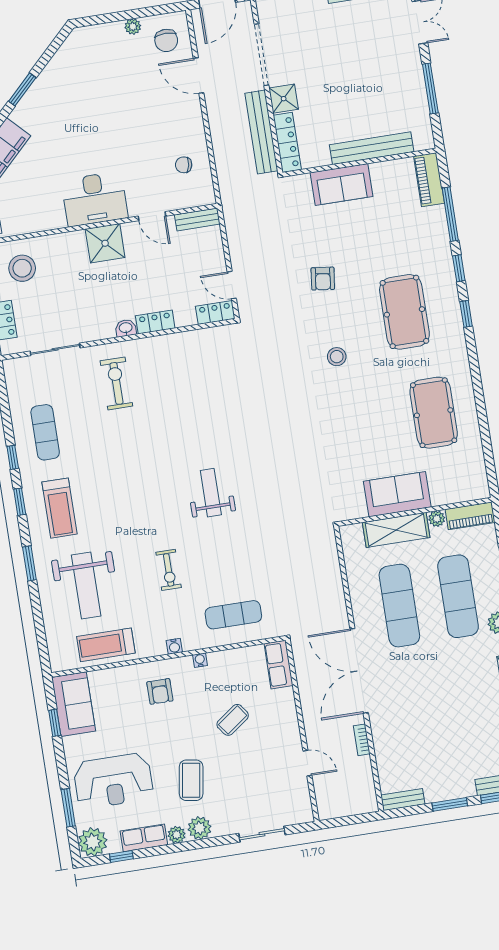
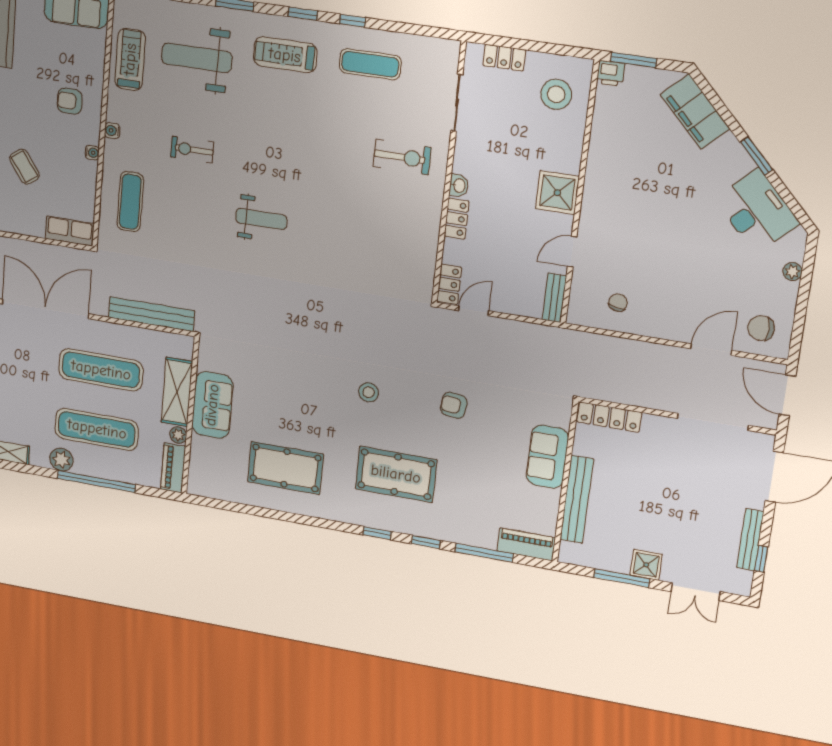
plant: (133, 27) -> (793, 272), moved
shower: (284, 99) -> (646, 565), moved
bench: (261, 132) -> (151, 314), moved
desk: (95, 199) -> (757, 211), moved, turned 136

